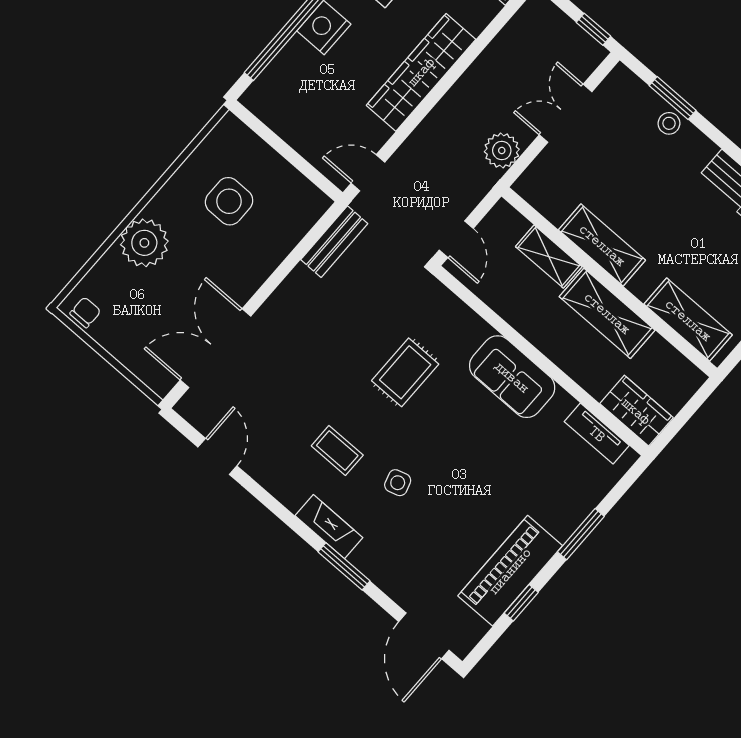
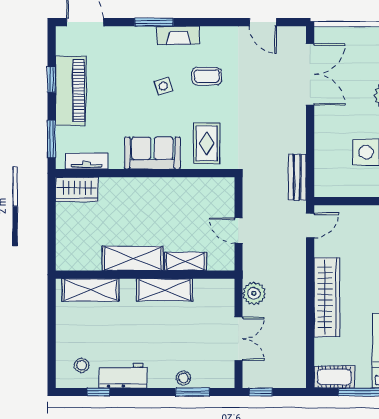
wall: (541, 361) -> (145, 173), moved
sofa: (512, 377) -> (152, 153), moved
wardrobe: (636, 411) -> (77, 189), moved
tv unit: (597, 434) -> (87, 161), moved

